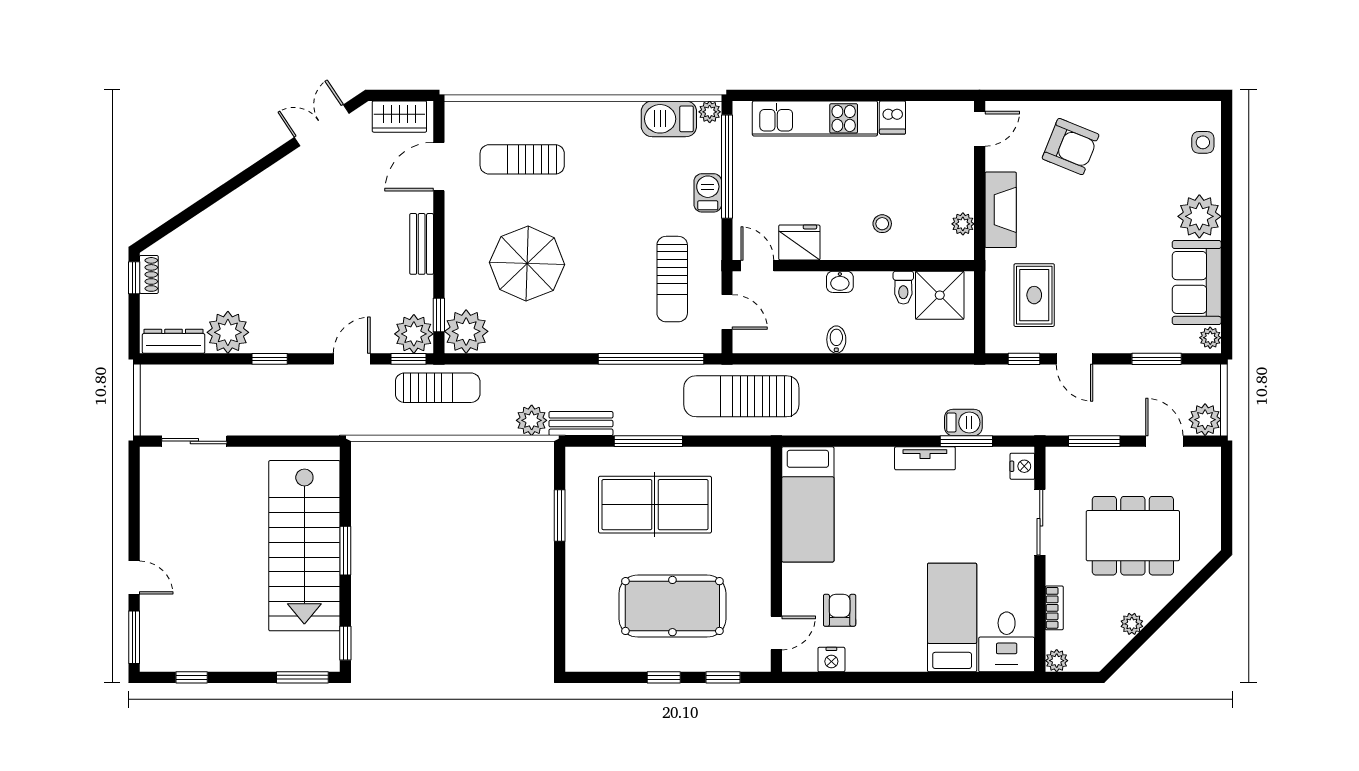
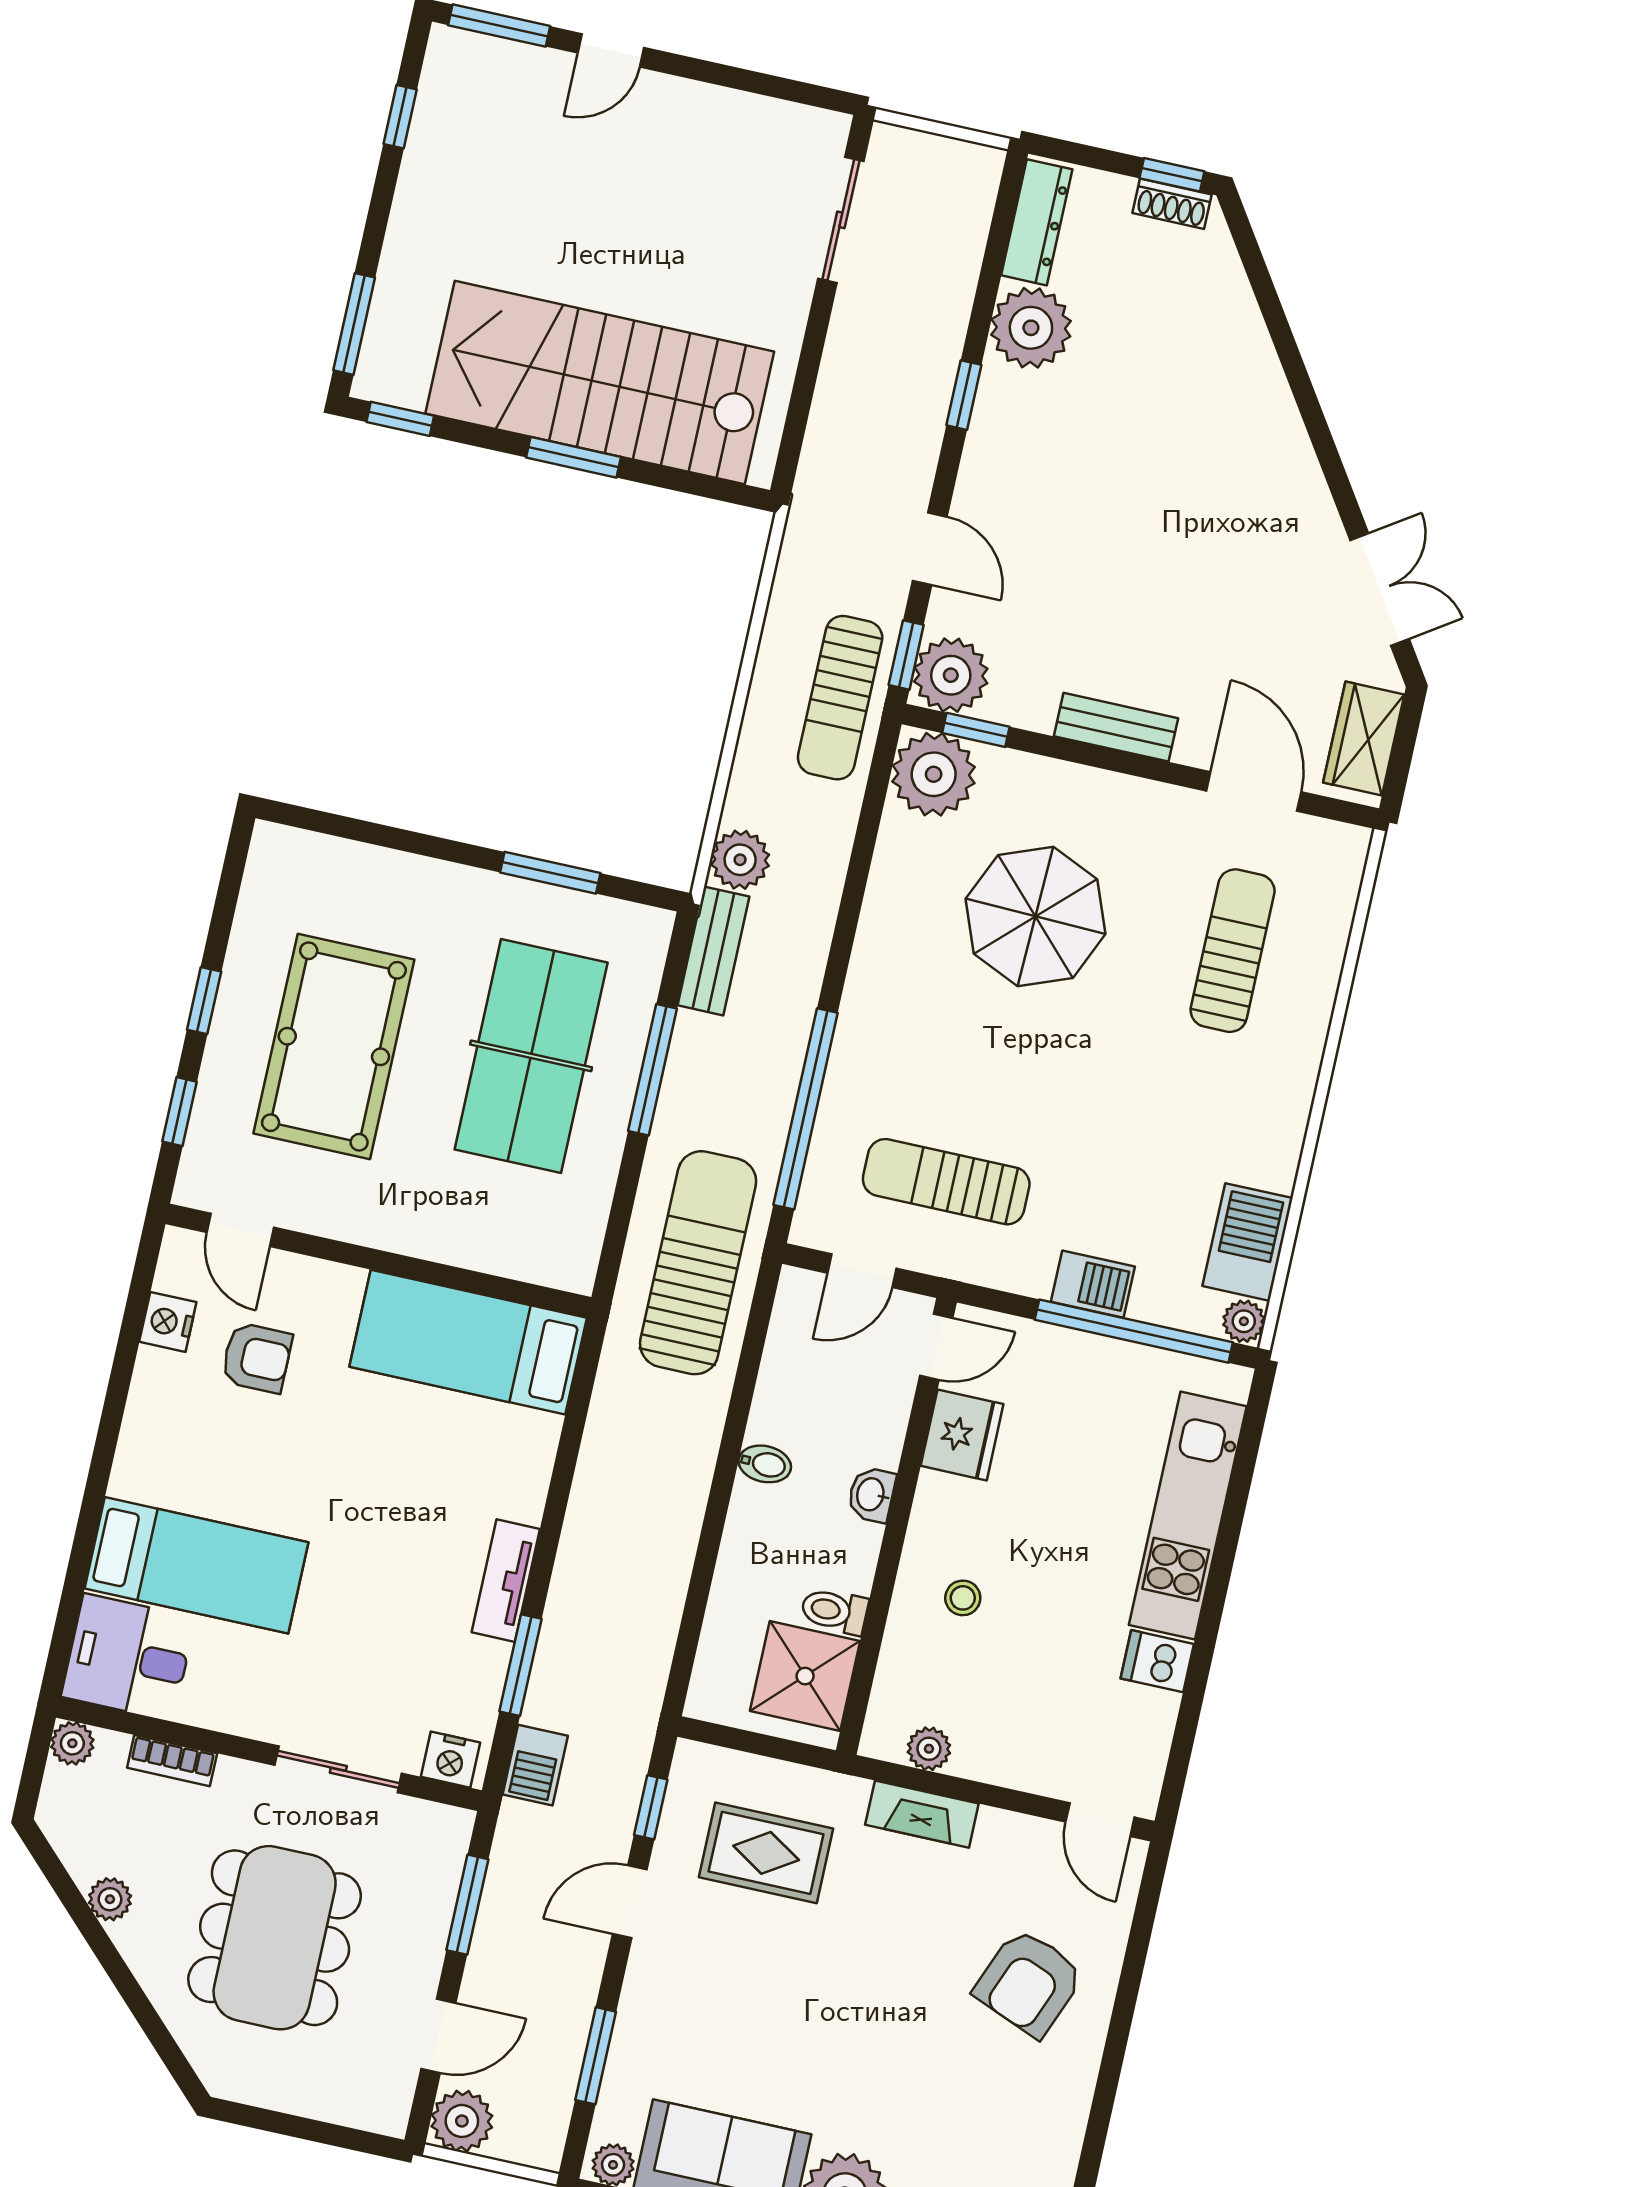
fireplace: (1001, 210) -> (922, 1814), width x0.73, depth x0.76
barbecue: (963, 422) -> (535, 1765), moved

